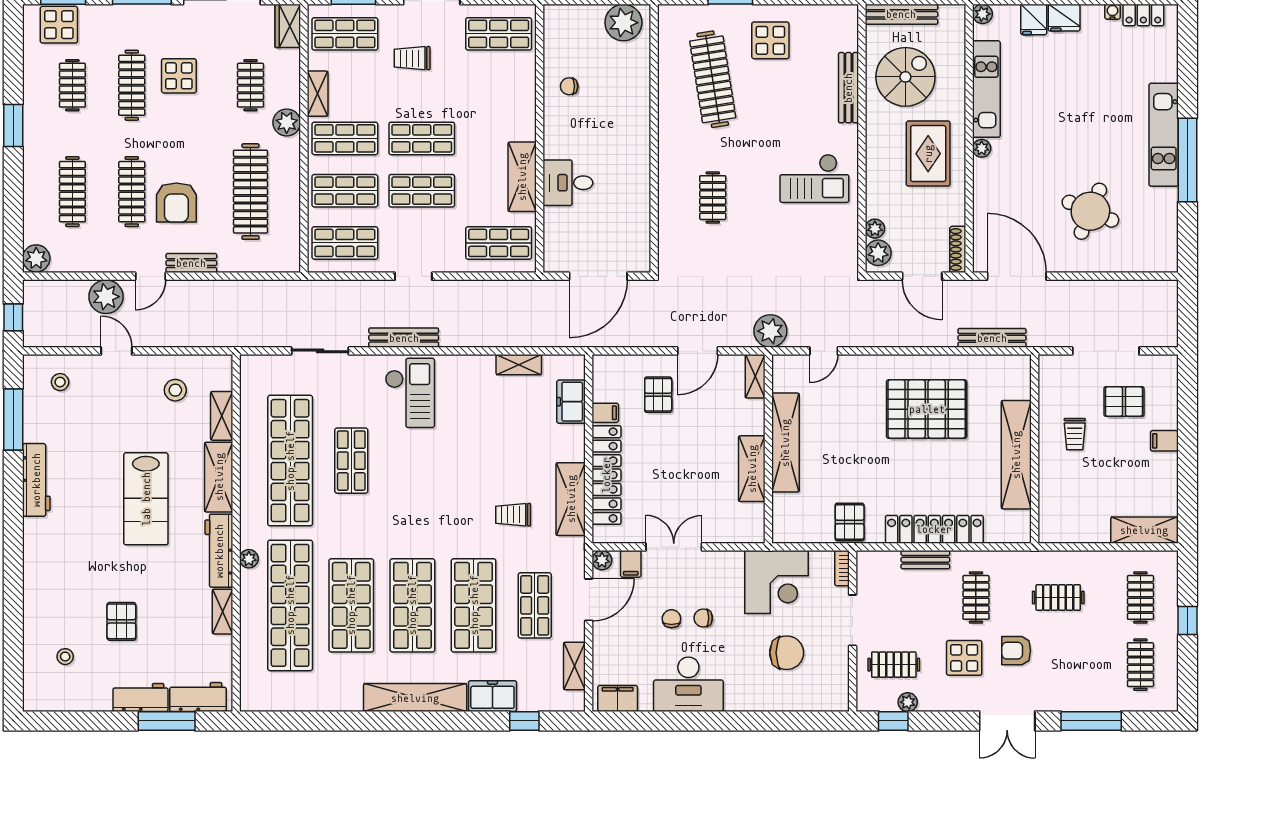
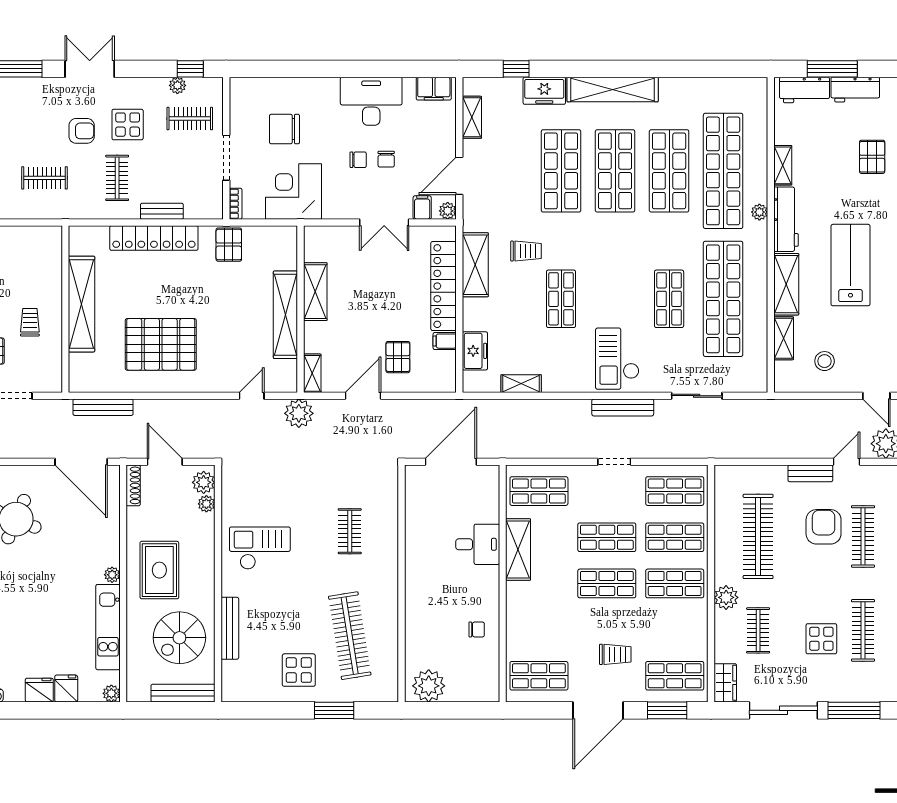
shelving: (318, 94) -> (699, 623), removed
shop shelf: (535, 605) -> (561, 299), moved

